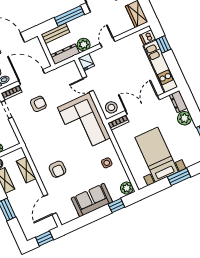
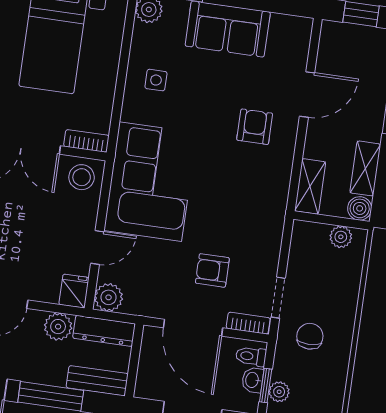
plant: (71, 68) -> (109, 297), added
door: (88, 84) -> (97, 248), hinge flipped
shelving: (26, 170) -> (310, 186), moved
door: (50, 205) -> (307, 94), moved

